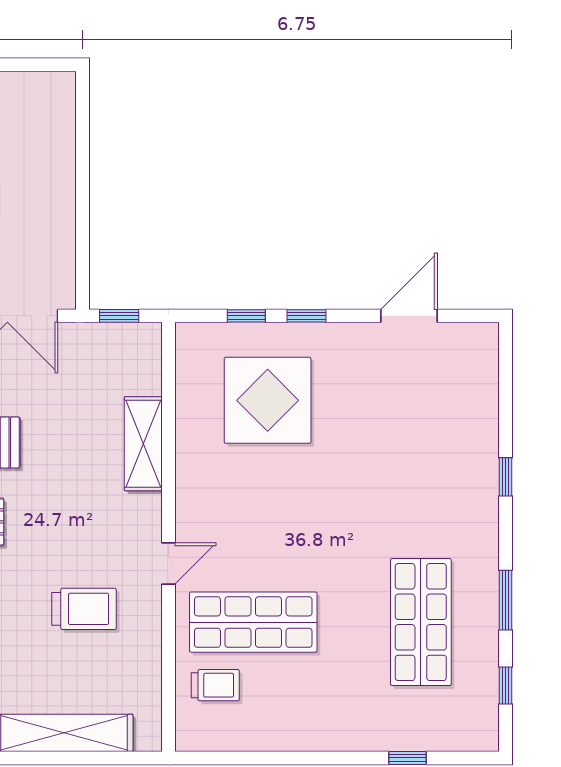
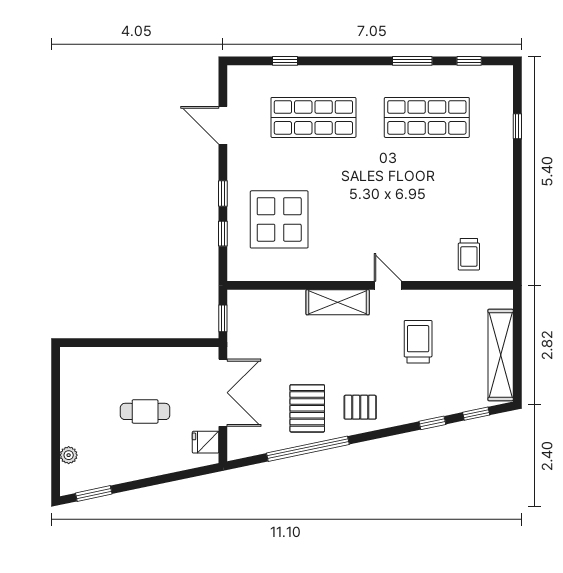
shelving: (143, 444) -> (338, 302), moved
window: (506, 477) -> (285, 61), moved
shop shelf: (253, 622) -> (313, 117), moved, turned 90
trolley: (215, 685) -> (469, 254), turned 180

